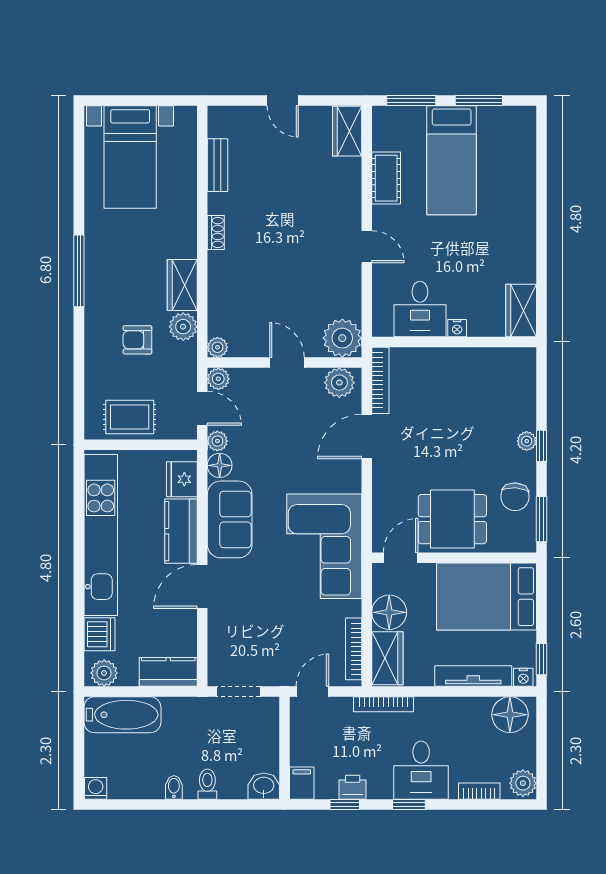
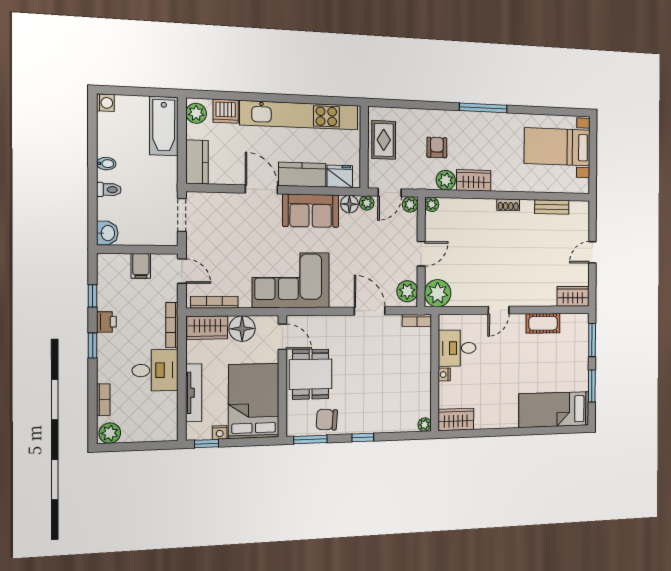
bed: (452, 160) -> (554, 410), moved
bookcase: (380, 380) -> (417, 320), width x0.64
plant: (527, 441) -> (425, 425), moved
nightstand: (523, 677) -> (220, 432), moved, turned -90
floor lamp: (510, 715) -> (164, 421), removed
desk: (421, 770) -> (155, 370), moved, turned 180
filing cabinet: (302, 783) -> (141, 266), moved, turned 90
printer: (353, 787) -> (106, 322), moved

